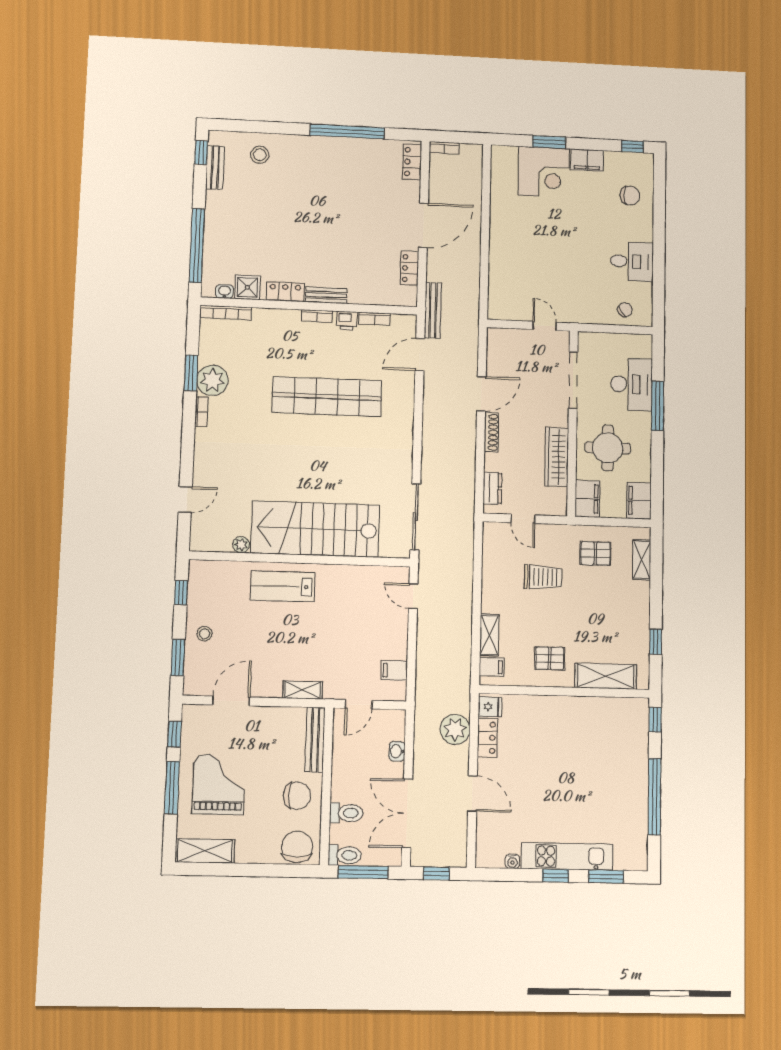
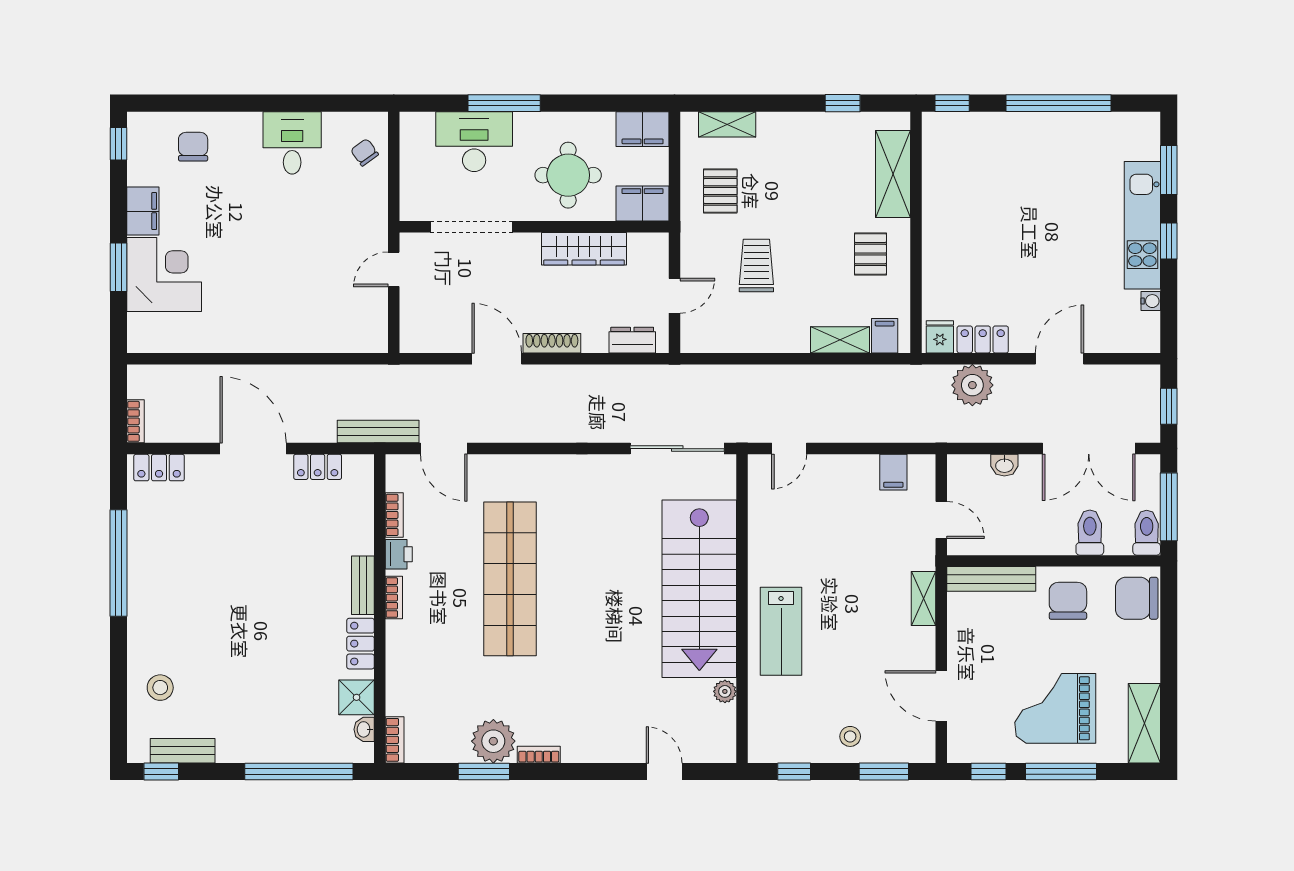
bookcase: (226, 312) -> (395, 740), width x0.64

